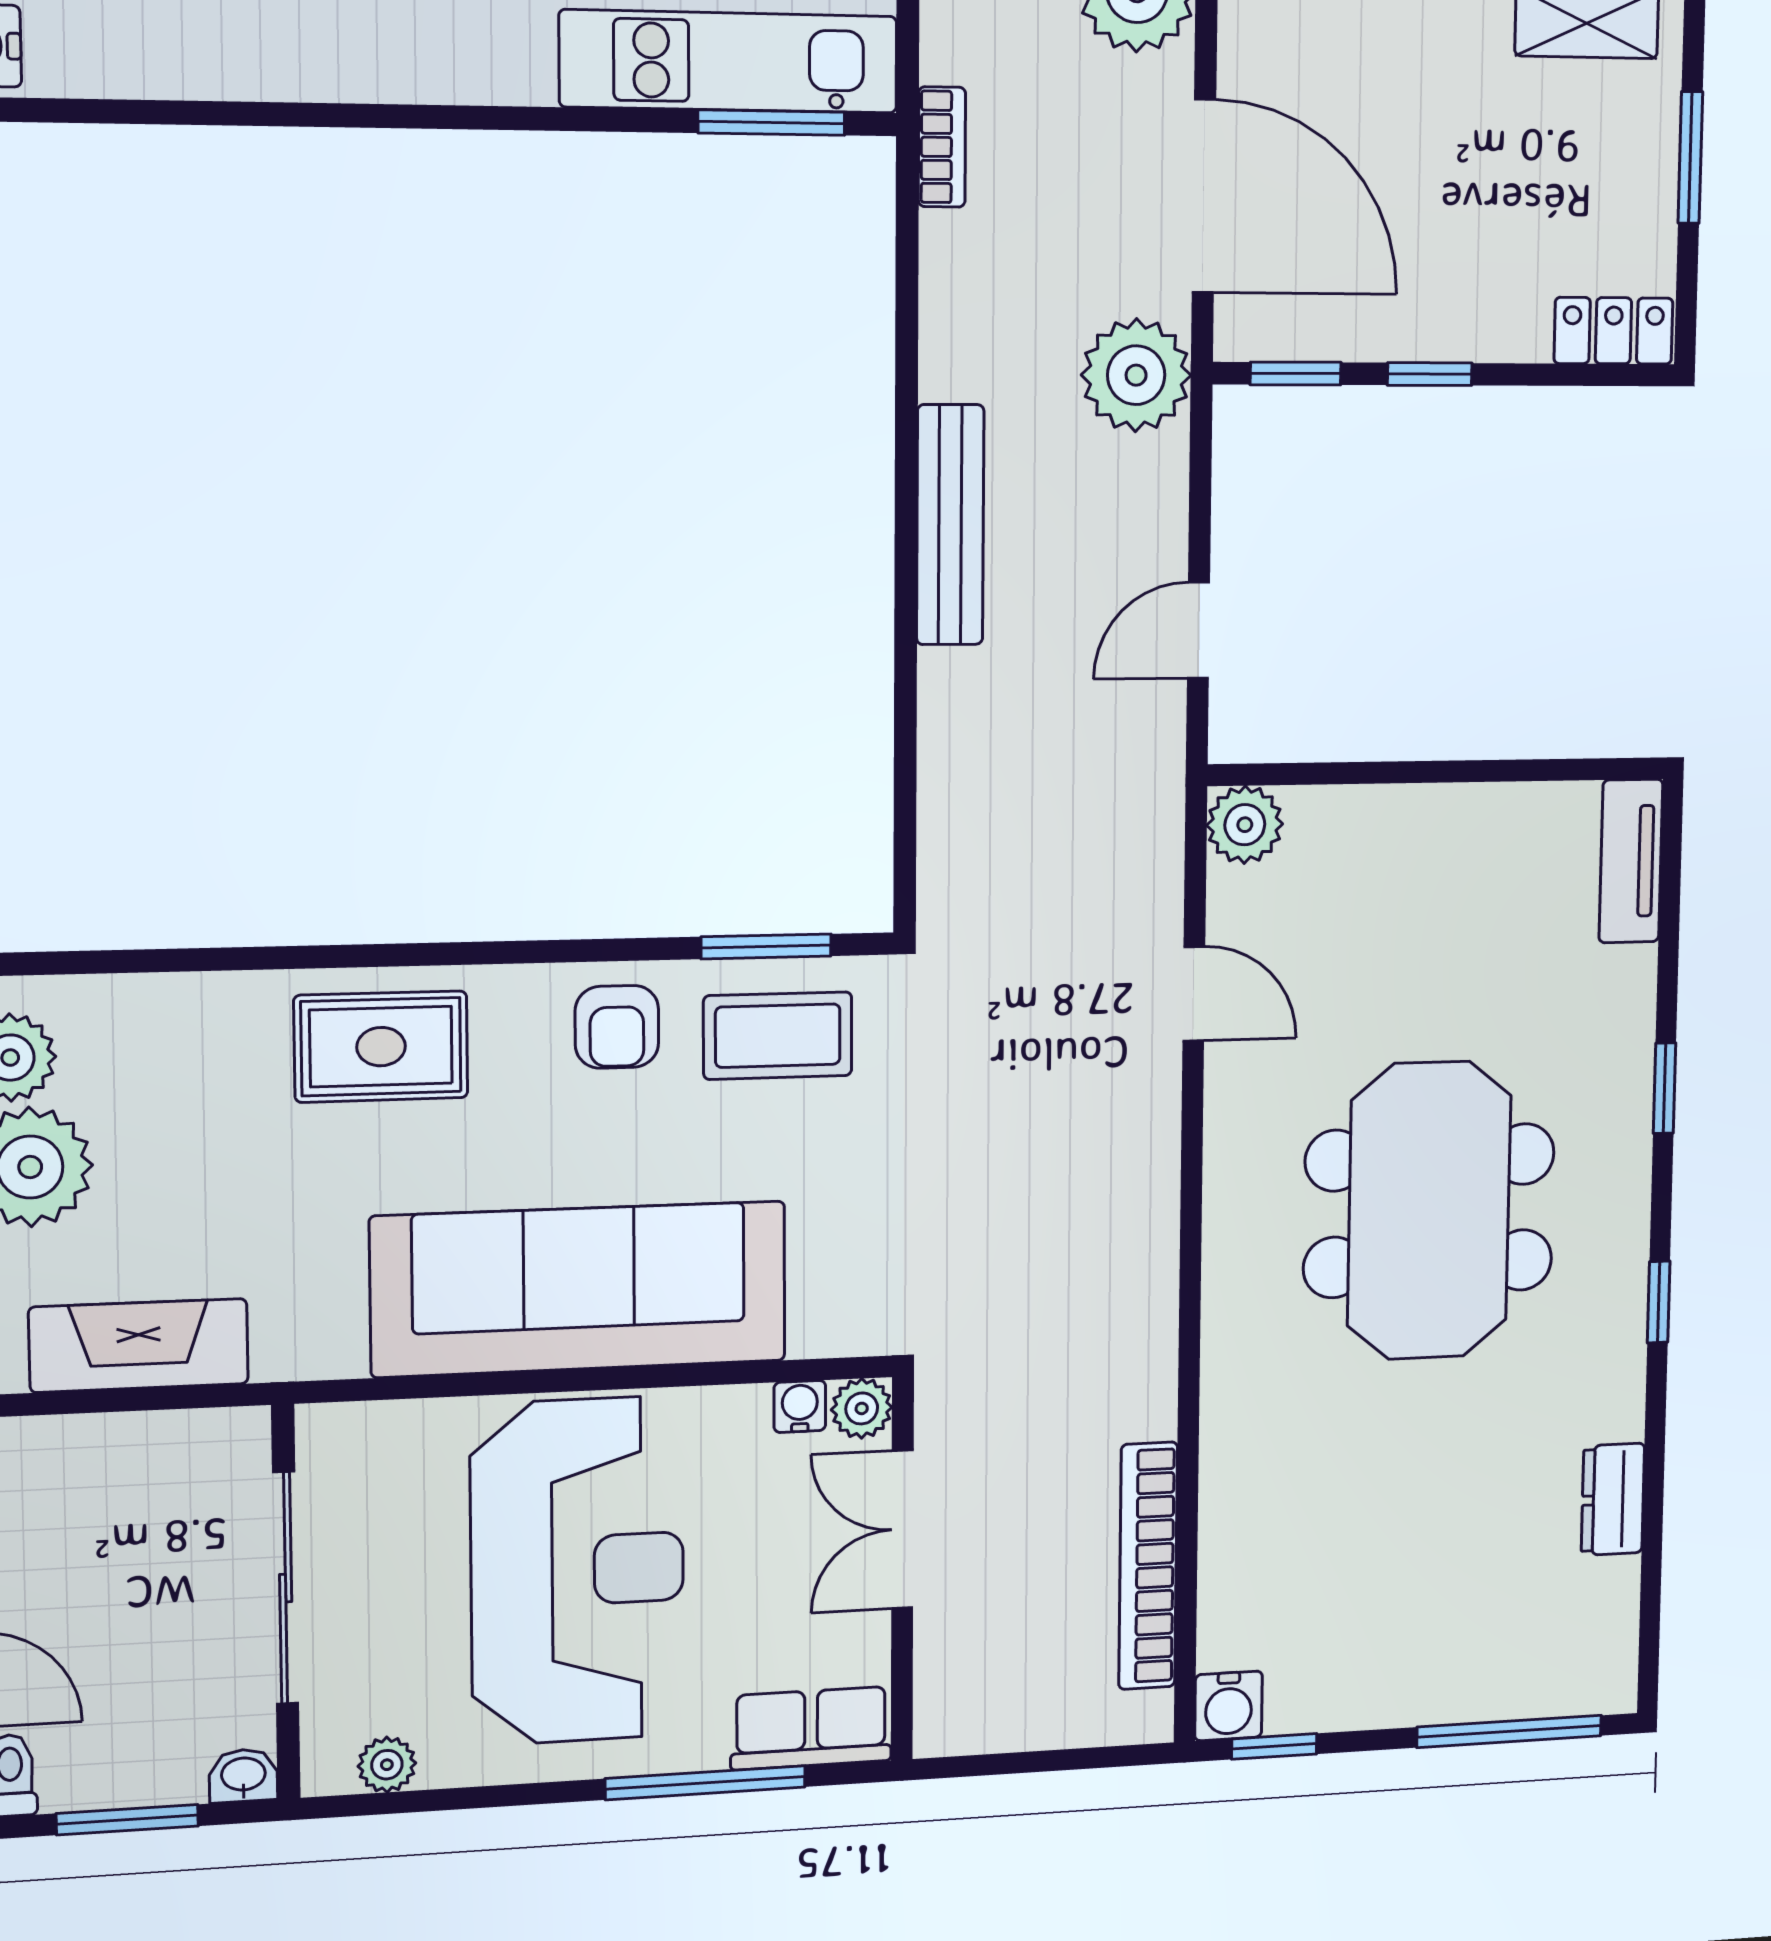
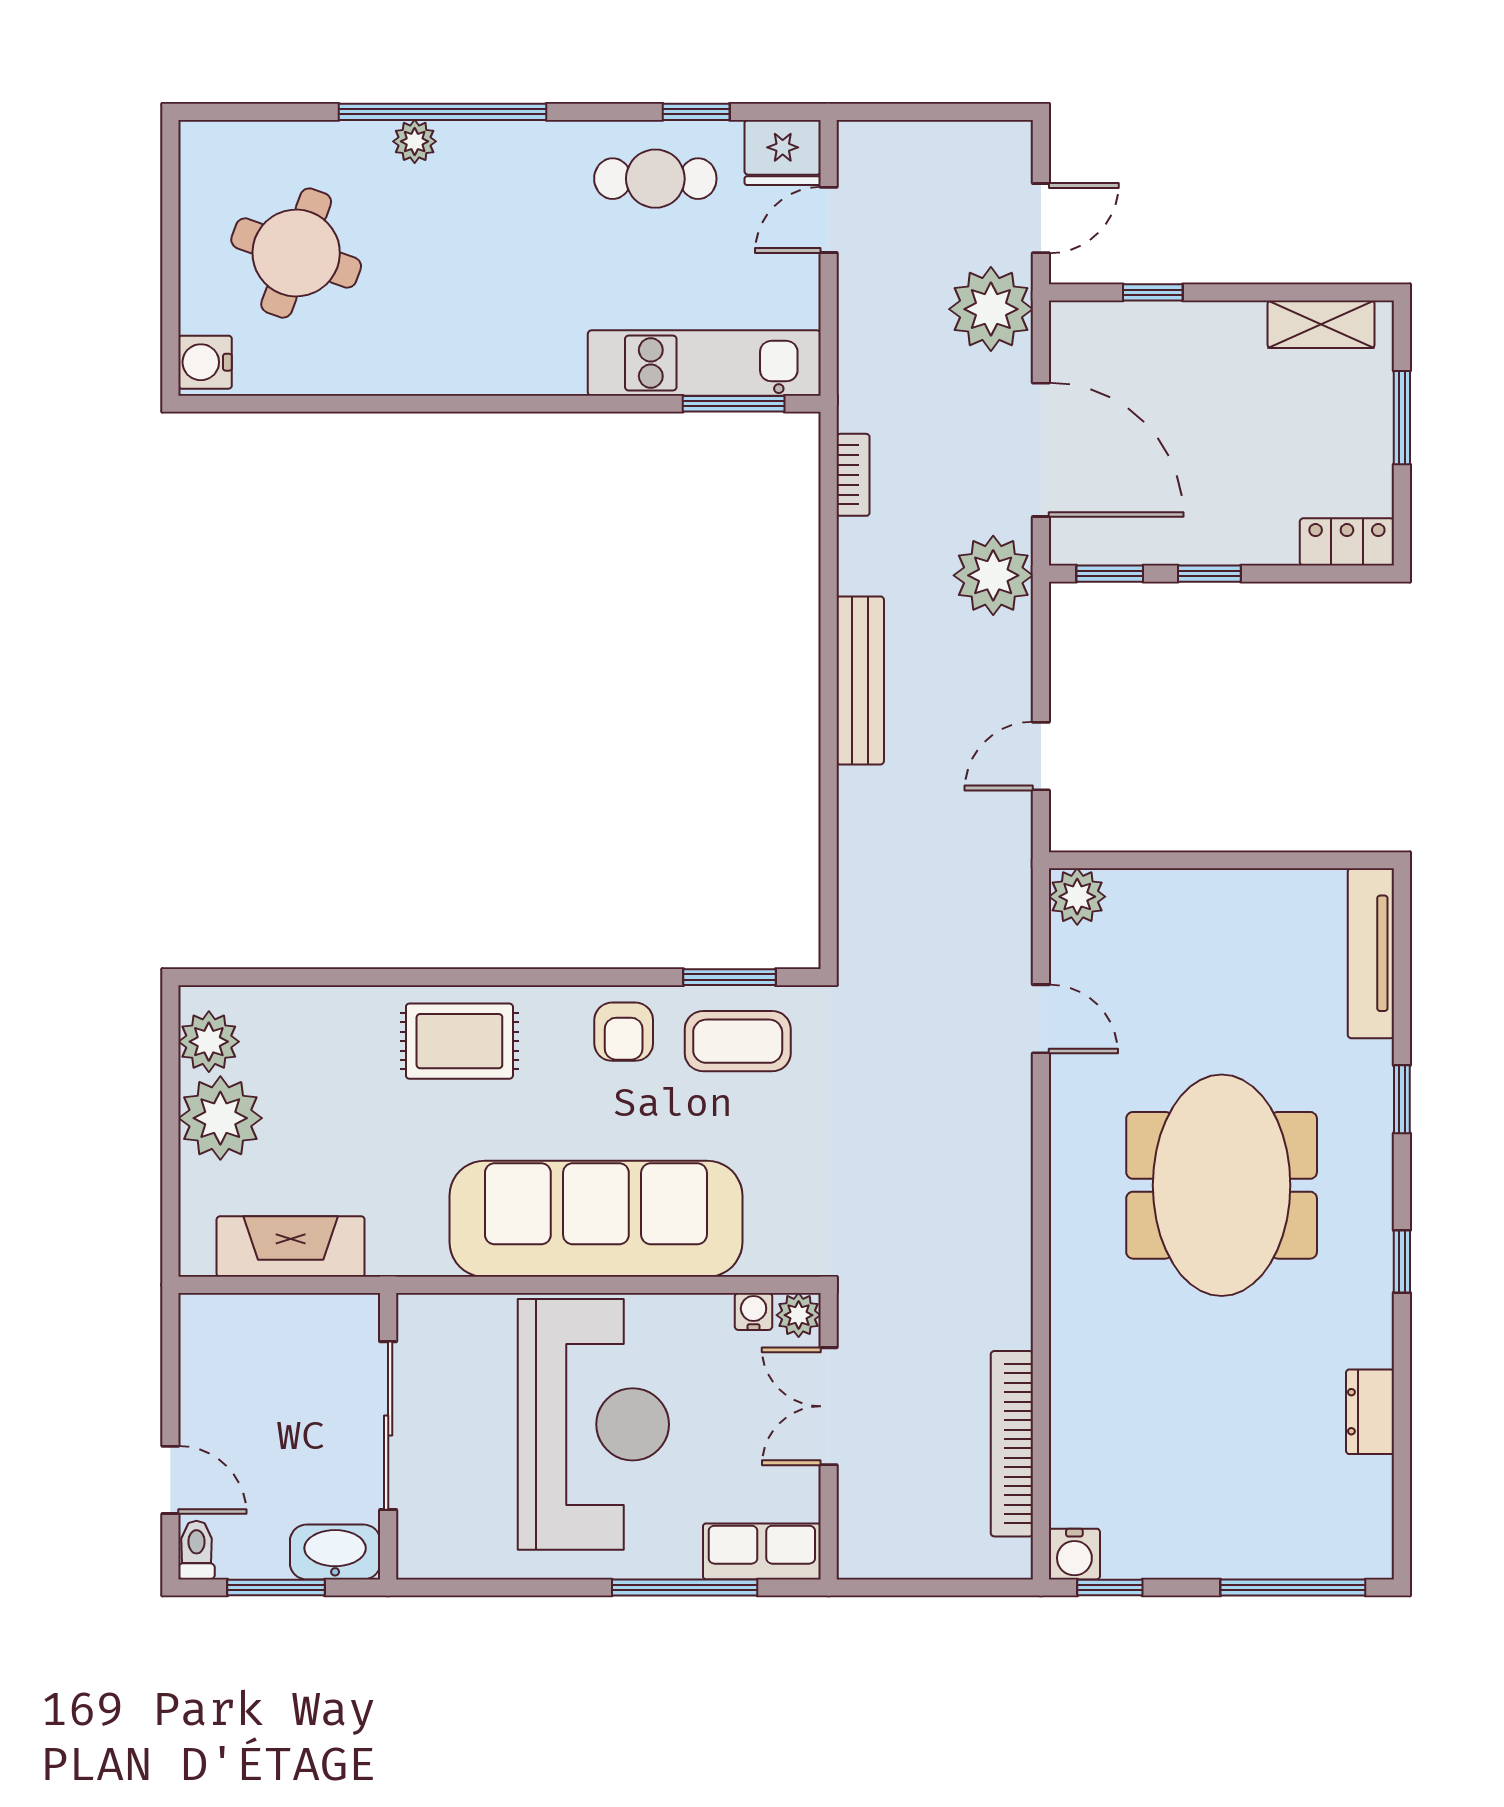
bookcase: (942, 147) -> (853, 475), moved
tv unit: (1631, 861) -> (1371, 953), width x1.41
plant: (387, 1765) -> (457, 1559), removed
washbasin: (243, 1776) -> (335, 1552), width x1.91, depth x1.45

